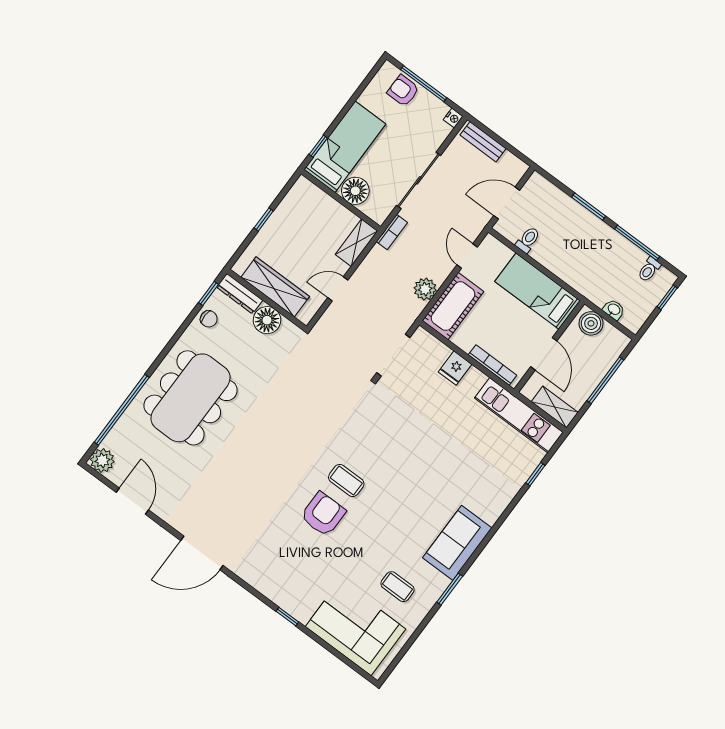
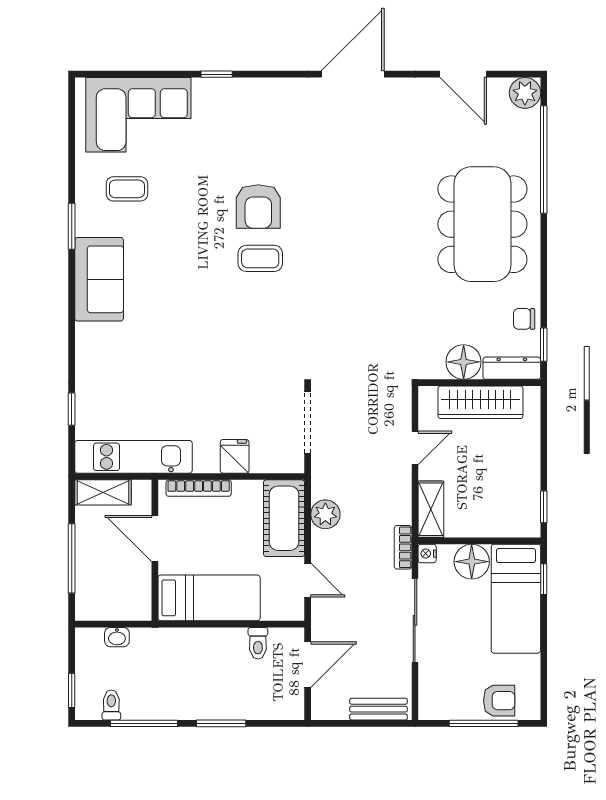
nightstand: (453, 118) -> (427, 554), moved
window: (264, 219) -> (544, 507), moved
boiler: (591, 323) -> (130, 606), removed

